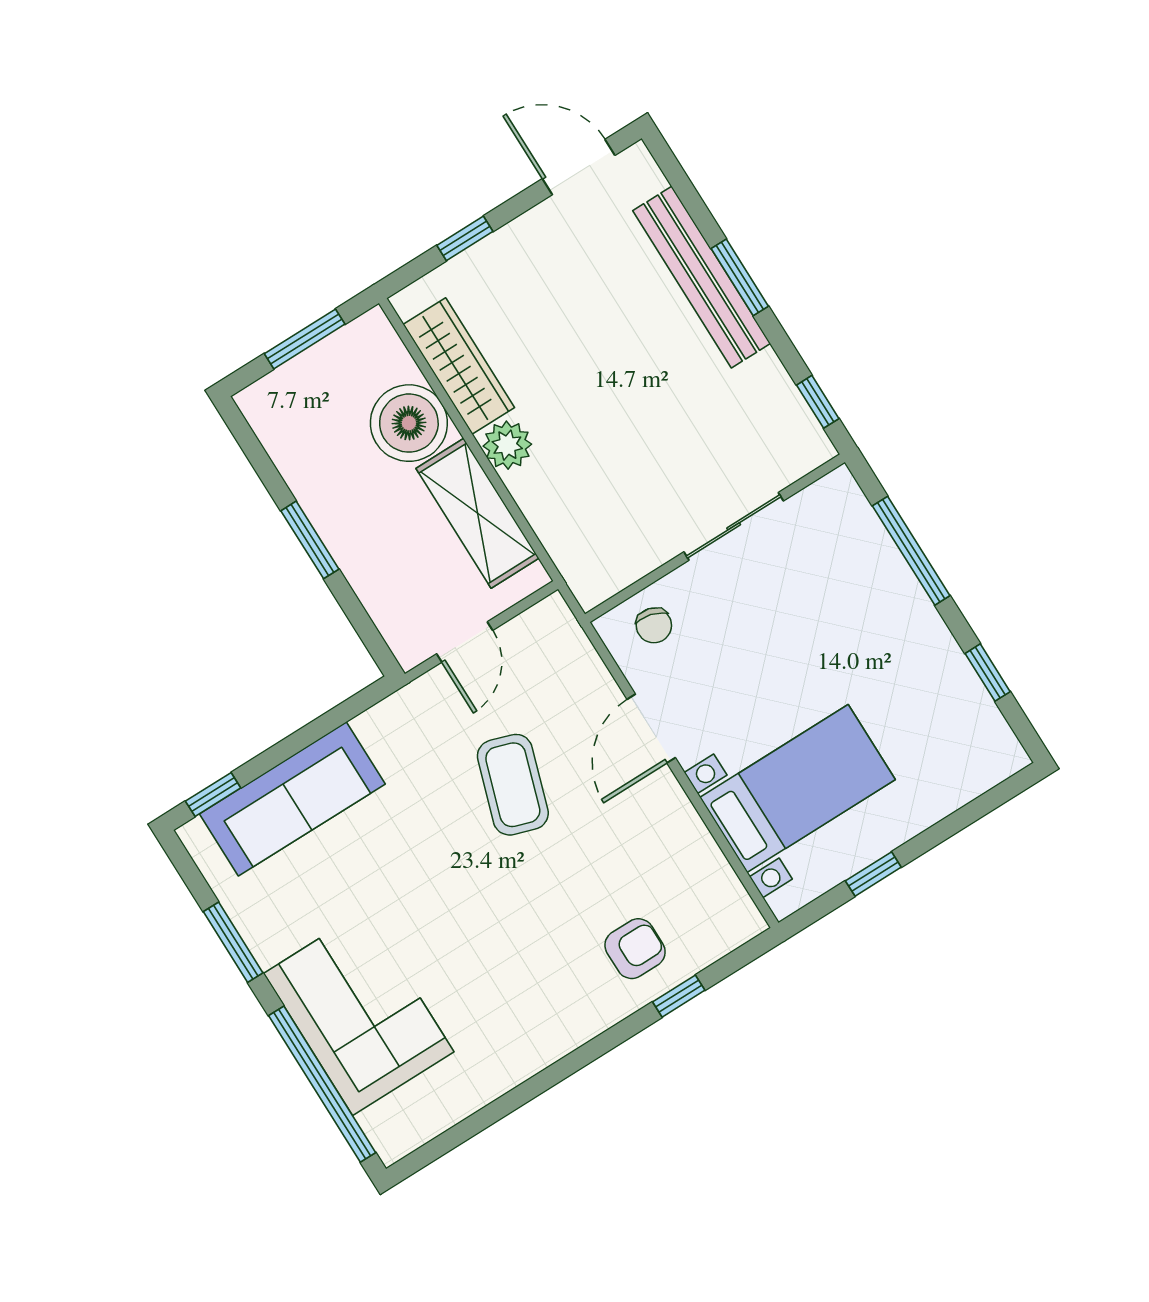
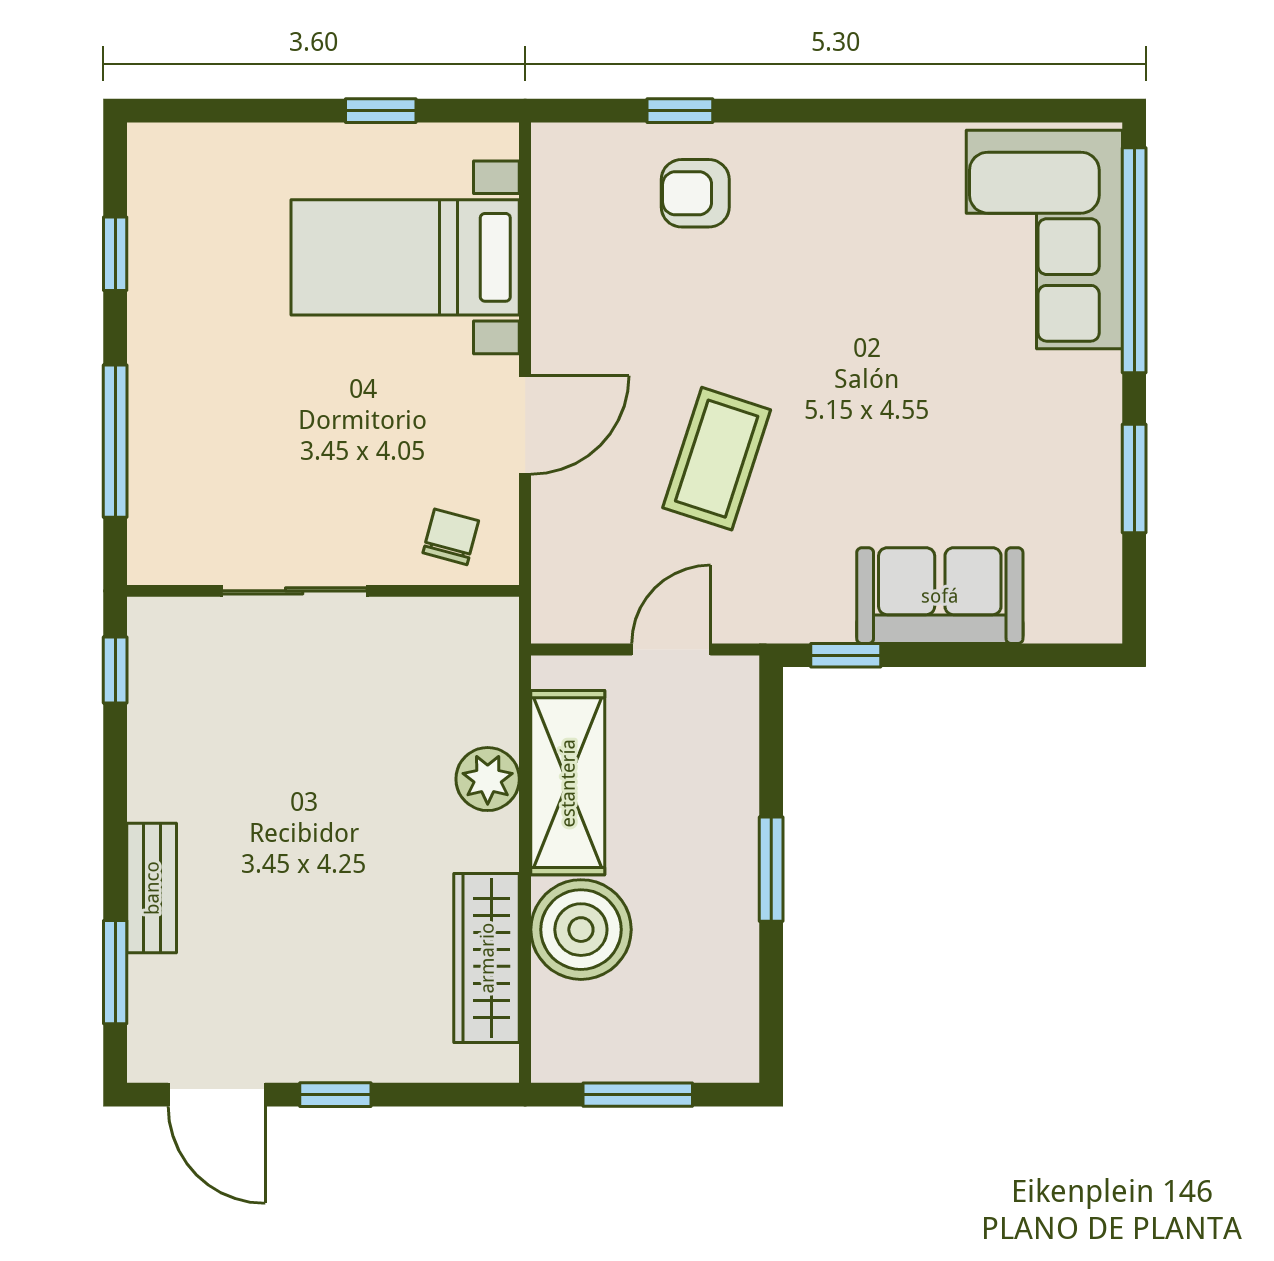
window: (465, 238) -> (335, 1095), moved
bench: (702, 277) -> (152, 888), width x0.54, depth x0.82
window: (740, 277) -> (115, 972), moved
plant: (507, 445) -> (488, 779), moved
window: (213, 795) -> (846, 655), moved
sofa: (292, 799) -> (940, 596), width x0.73
corner sofa: (359, 1013) -> (1044, 240), moved

